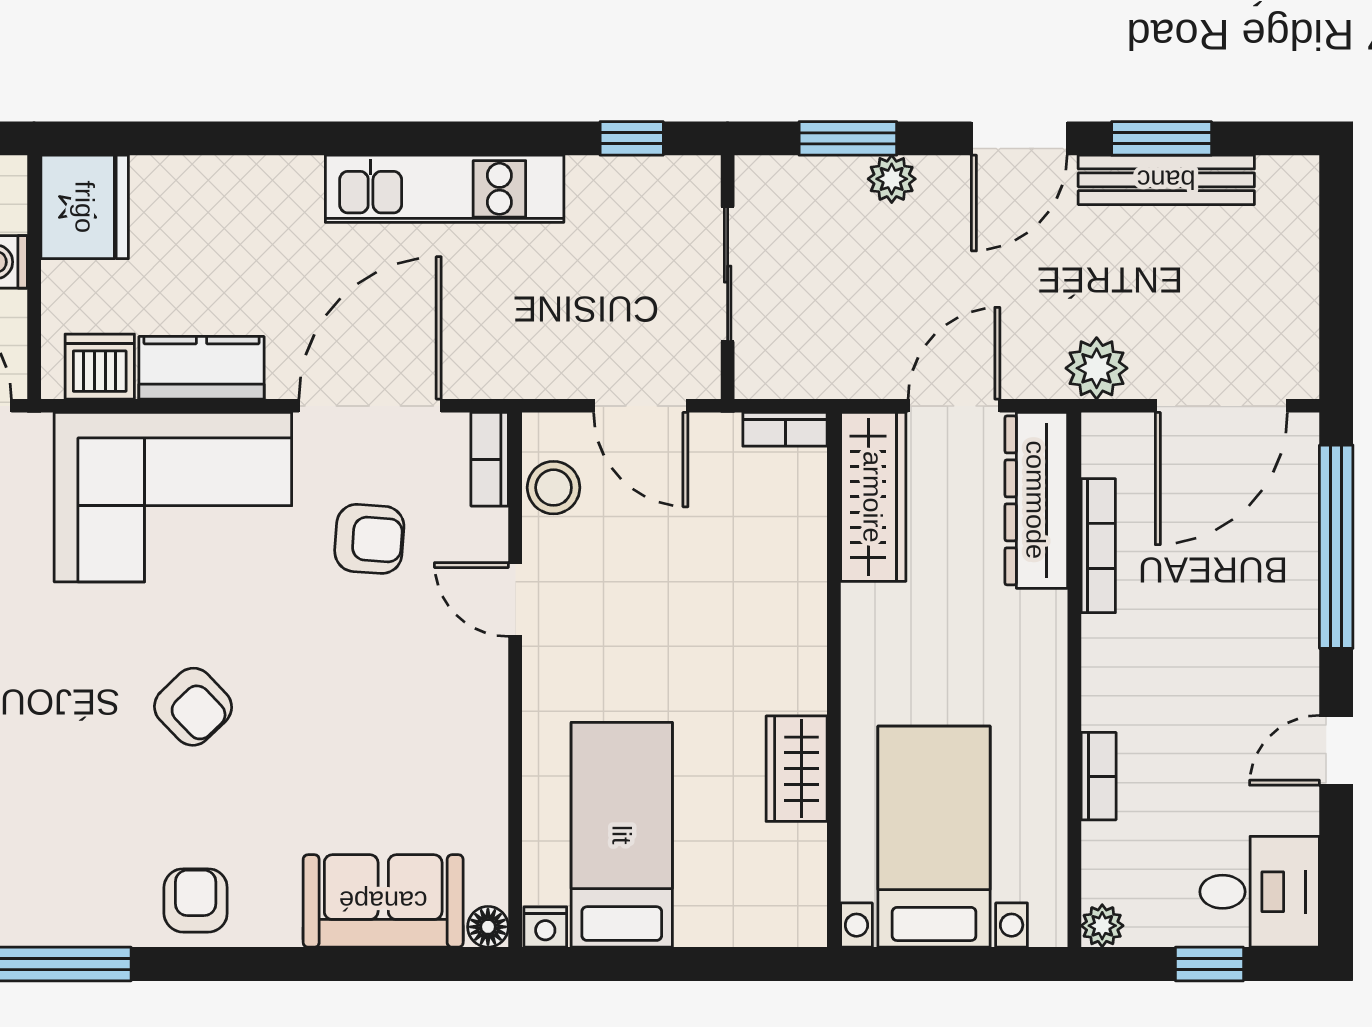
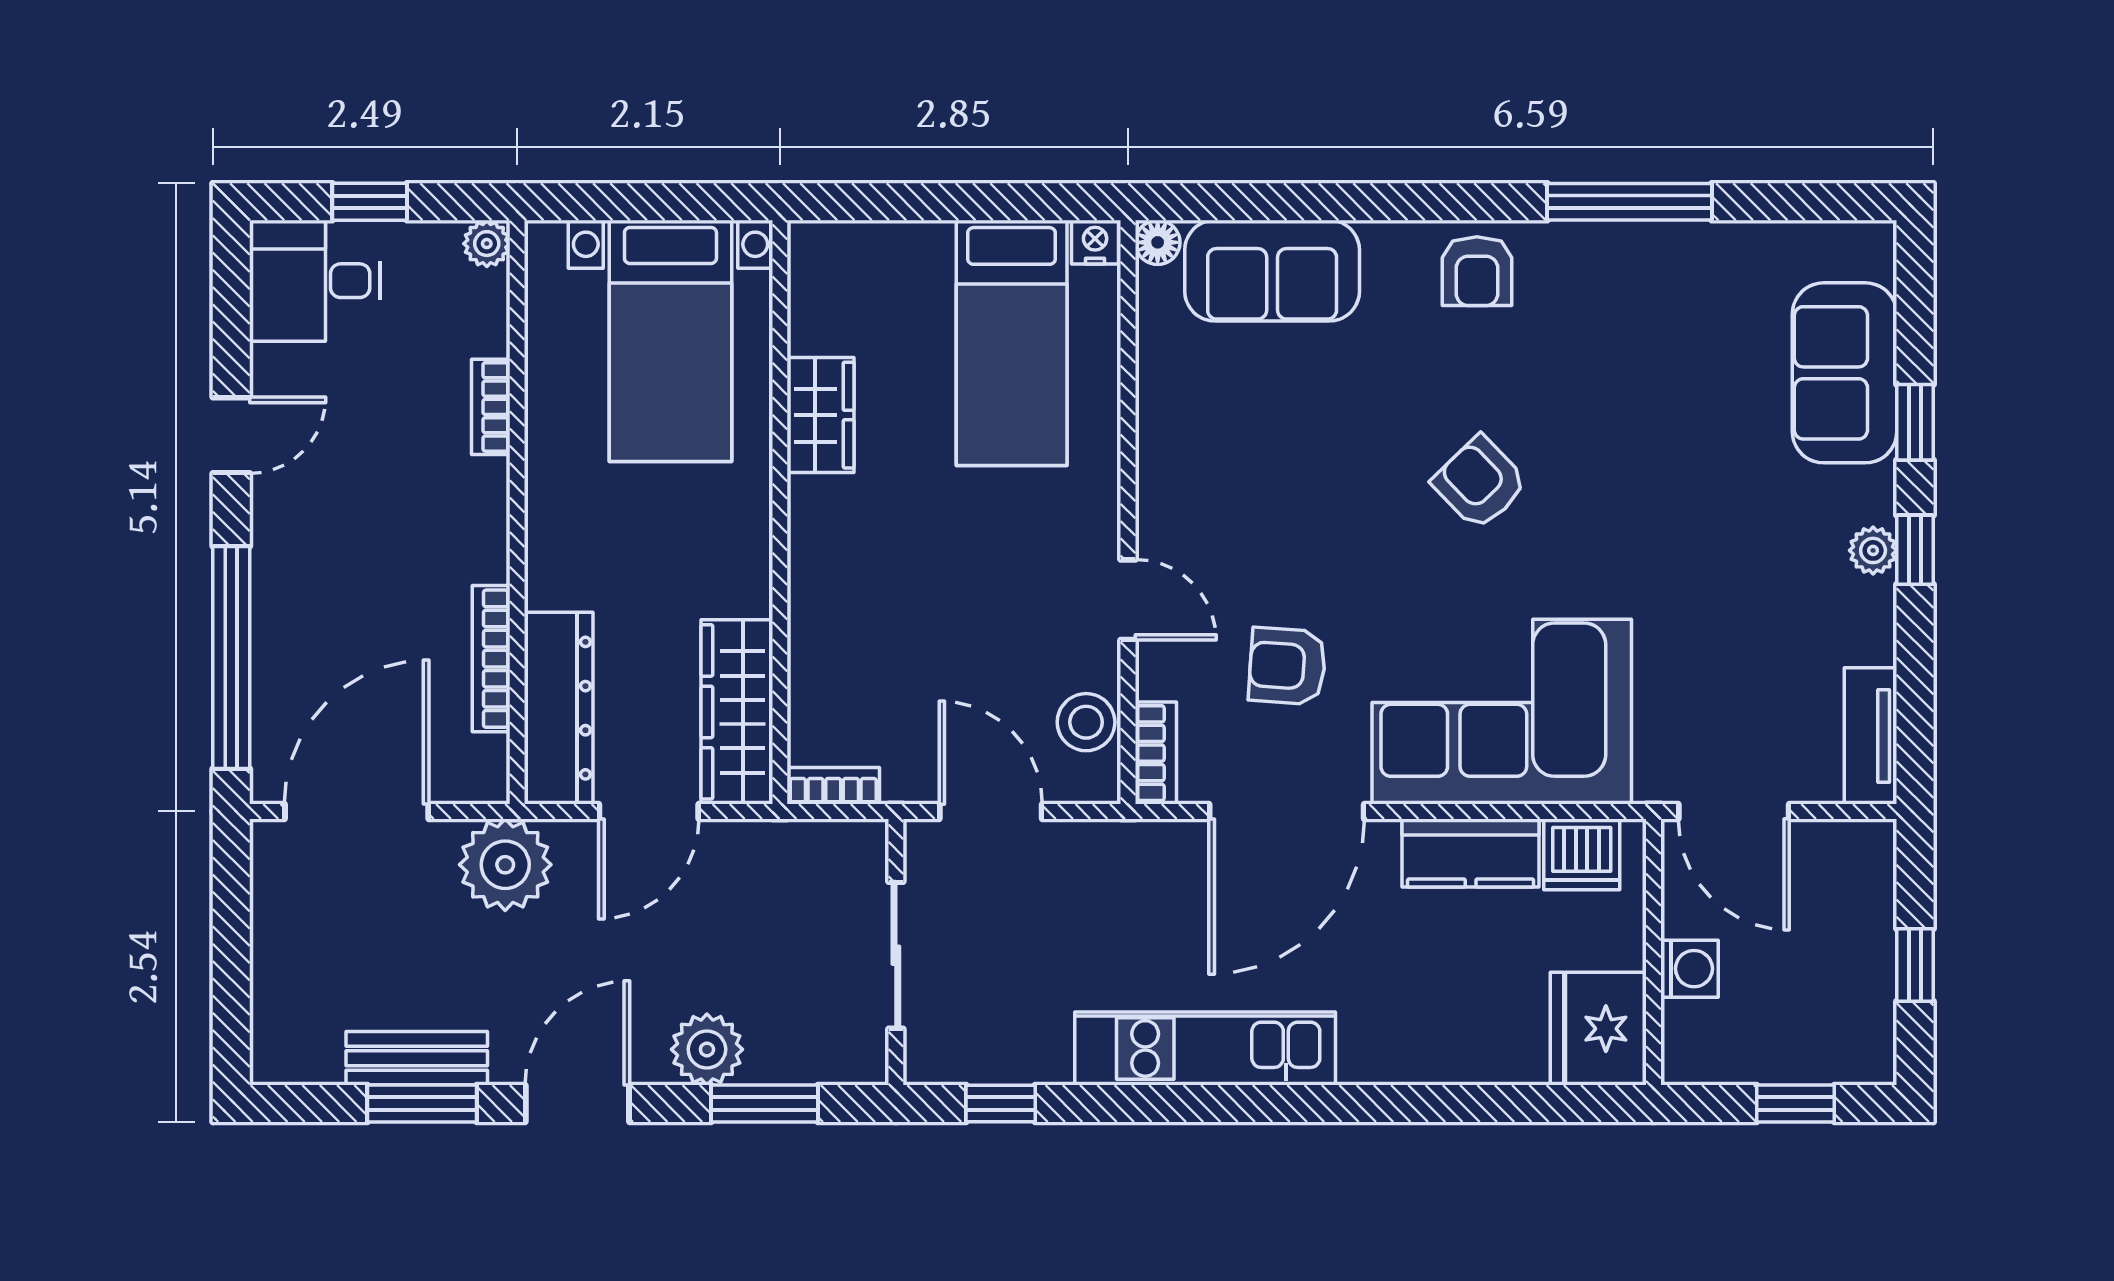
plant: (892, 179) -> (707, 1049), width x1.38, depth x1.38
bench: (1166, 180) -> (417, 1058), width x0.73
plant: (1097, 368) -> (505, 865), width x1.36, depth x1.36

